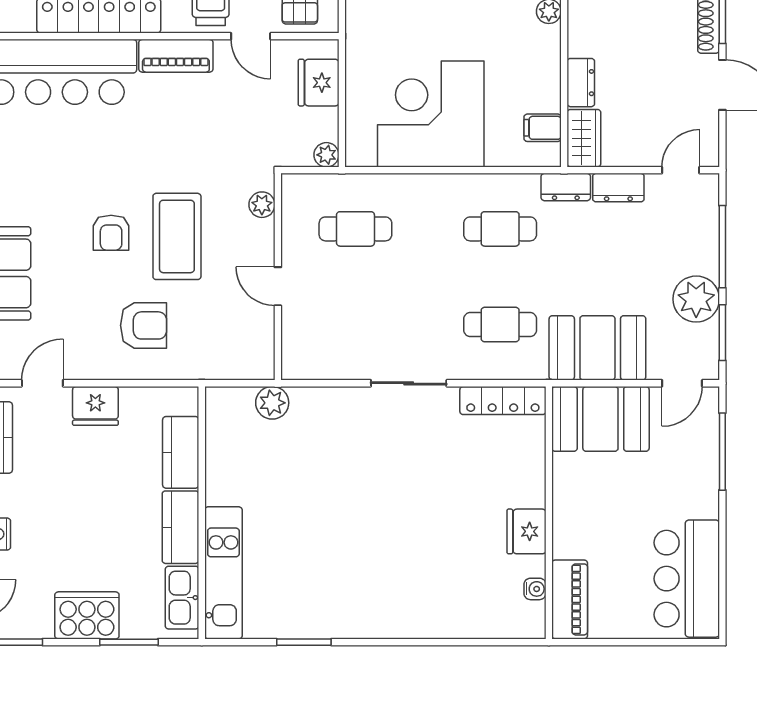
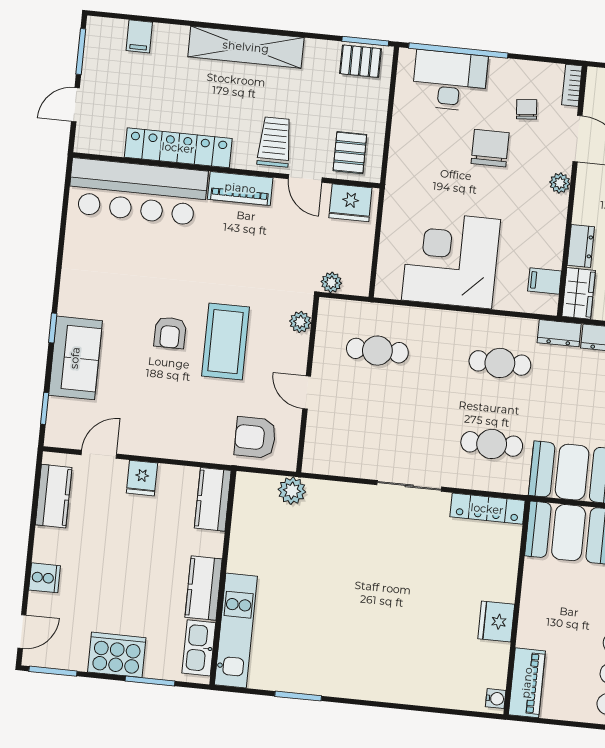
fridge: (319, 83) -> (350, 203), moved, turned -90
plant: (326, 155) -> (331, 282), moved
armchair: (143, 325) -> (255, 438), moved, turned 180
fridge: (95, 406) -> (142, 478), width x0.72
kitchen counter: (181, 452) -> (213, 499), moved
water cooler: (535, 589) -> (496, 699), moved

